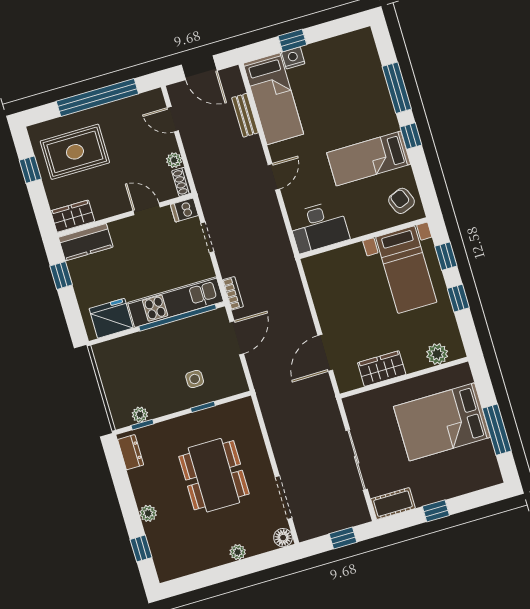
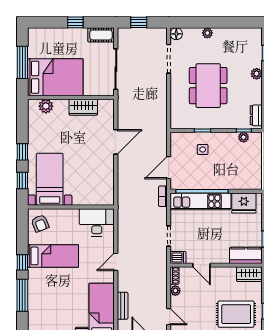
plant: (437, 354) -> (46, 106), moved
wardrobe: (382, 369) -> (83, 107), moved
wall: (404, 378) -> (71, 97), moved

